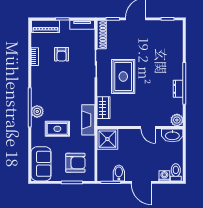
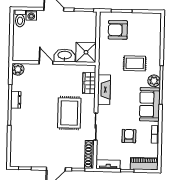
fireplace: (88, 120) -> (104, 90), moved
washbasin: (172, 135) -> (65, 55), moved
sofa: (41, 164) -> (150, 104), moved
bidet: (119, 173) -> (76, 19), removed

